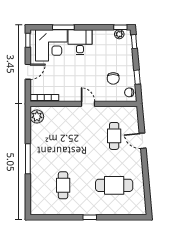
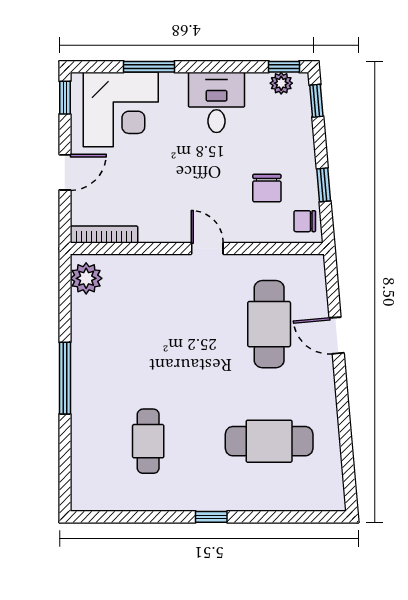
desk: (80, 42) -> (217, 102), moved
cafe table: (114, 136) -> (269, 324), width x1.37, depth x1.35

